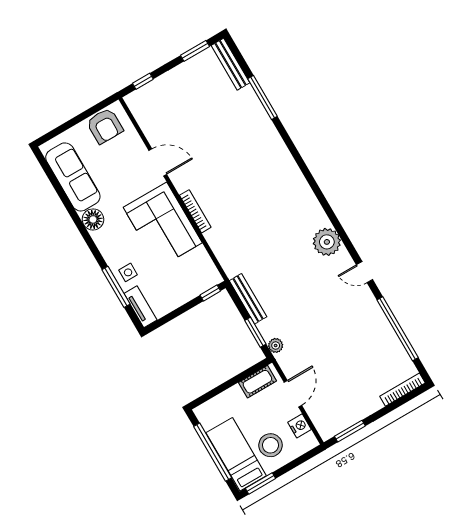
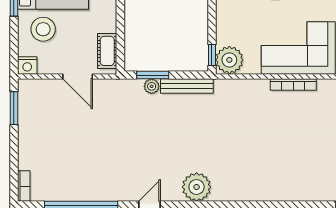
plant: (206, 276) -> (229, 60), added
plant: (276, 345) -> (152, 86), moved
bookcase: (402, 390) -> (24, 186), width x0.64
nightstand: (299, 426) -> (27, 66), moved

